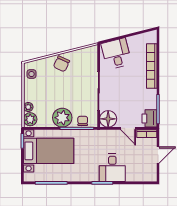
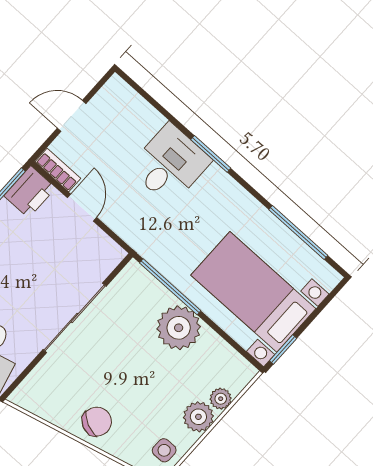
plant: (30, 119) -> (198, 417), moved
floor lamp: (108, 119) -> (102, 255), removed
chair: (83, 121) -> (148, 291), removed

